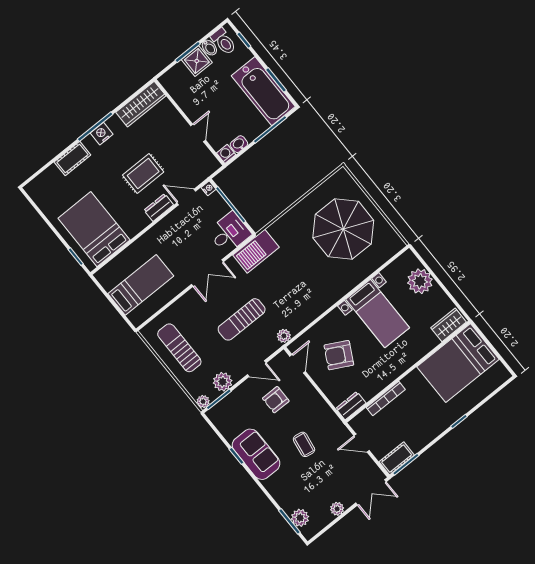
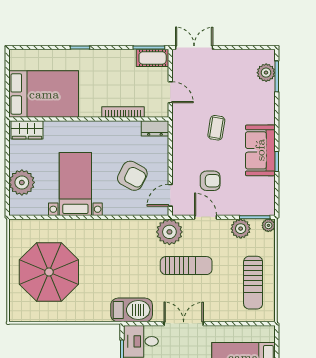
plant: (284, 336) -> (169, 232), width x1.88, depth x1.88
plant: (337, 509) -> (231, 56), removed

